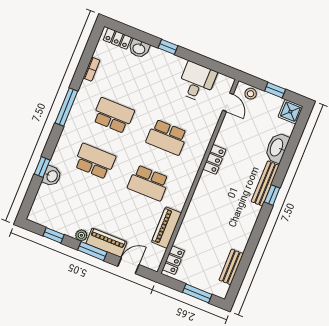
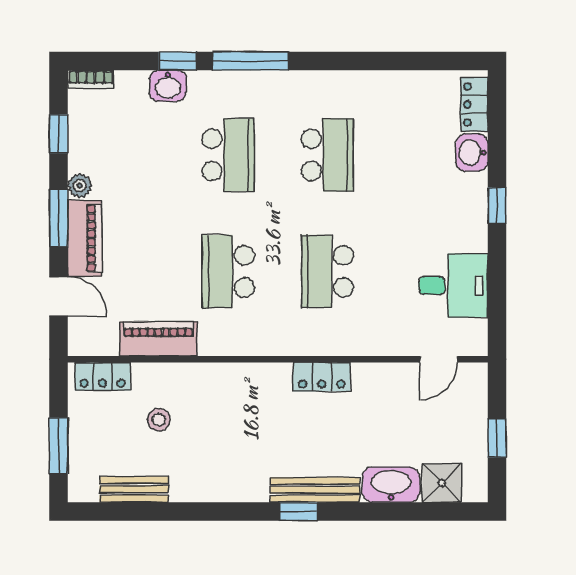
bookcase: (92, 69) -> (91, 79), moved
stool: (251, 94) -> (159, 420), moved
window: (66, 107) -> (250, 61), moved
shower: (290, 112) -> (442, 483), moved

